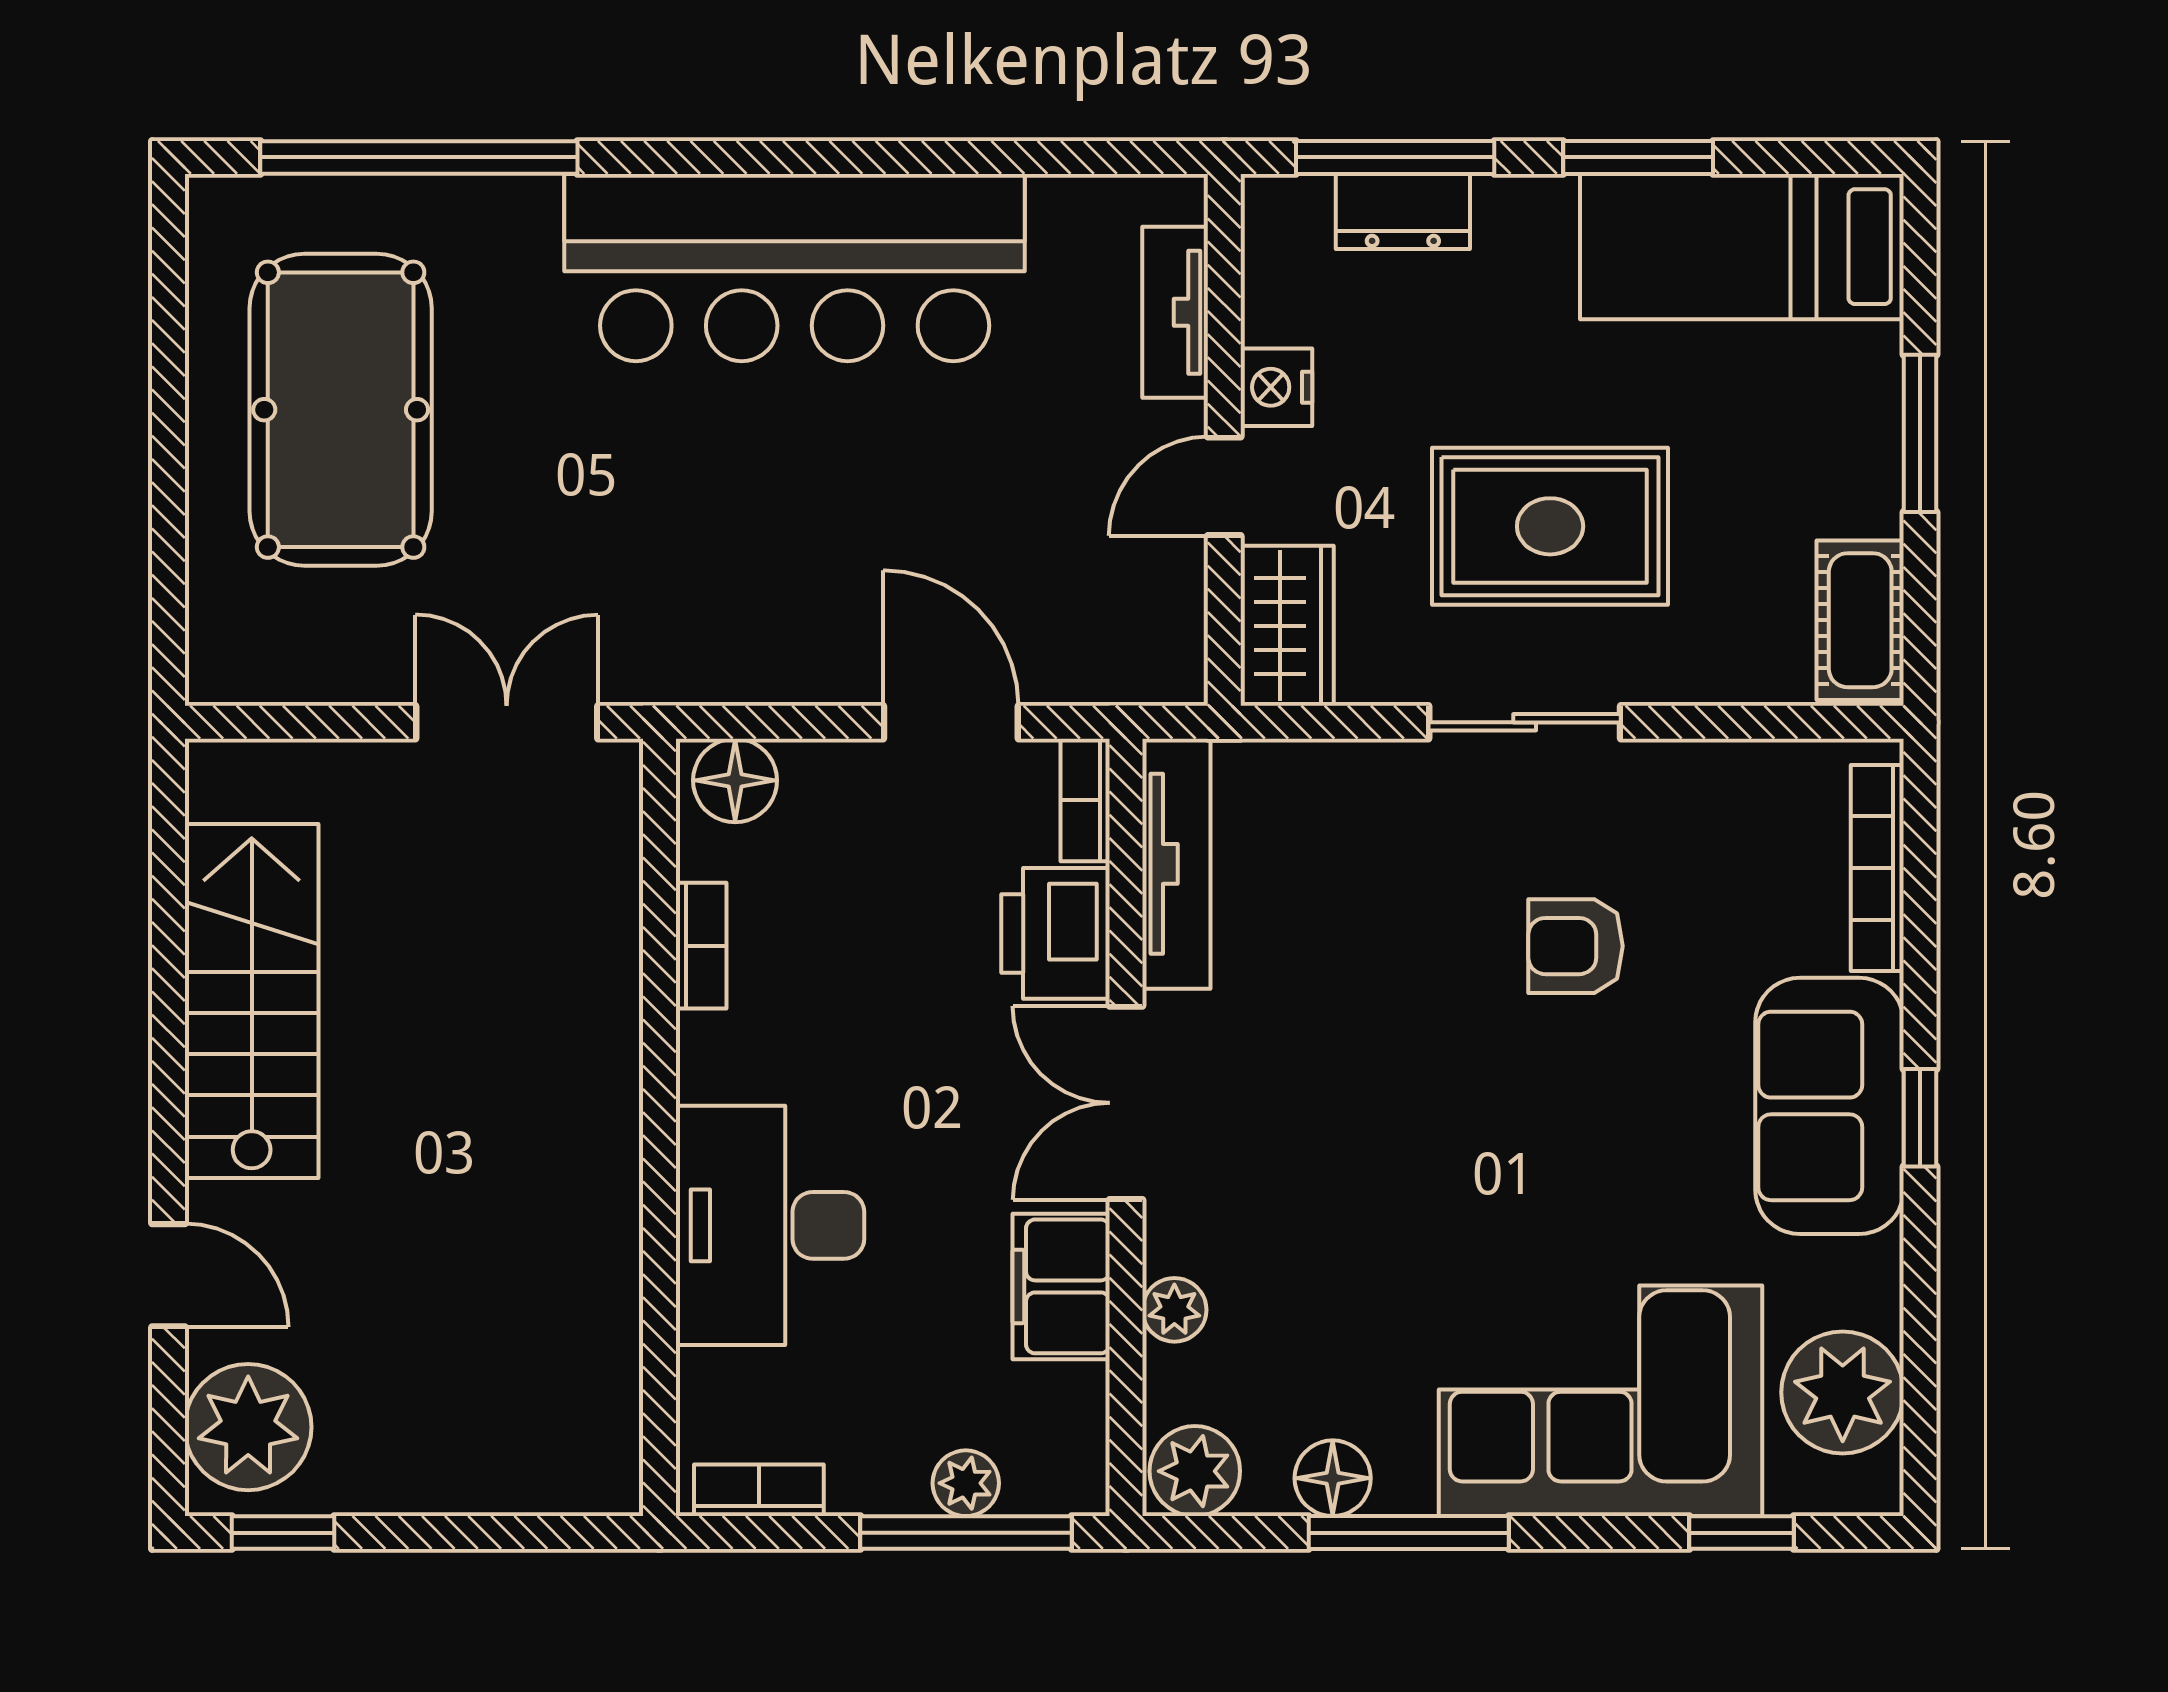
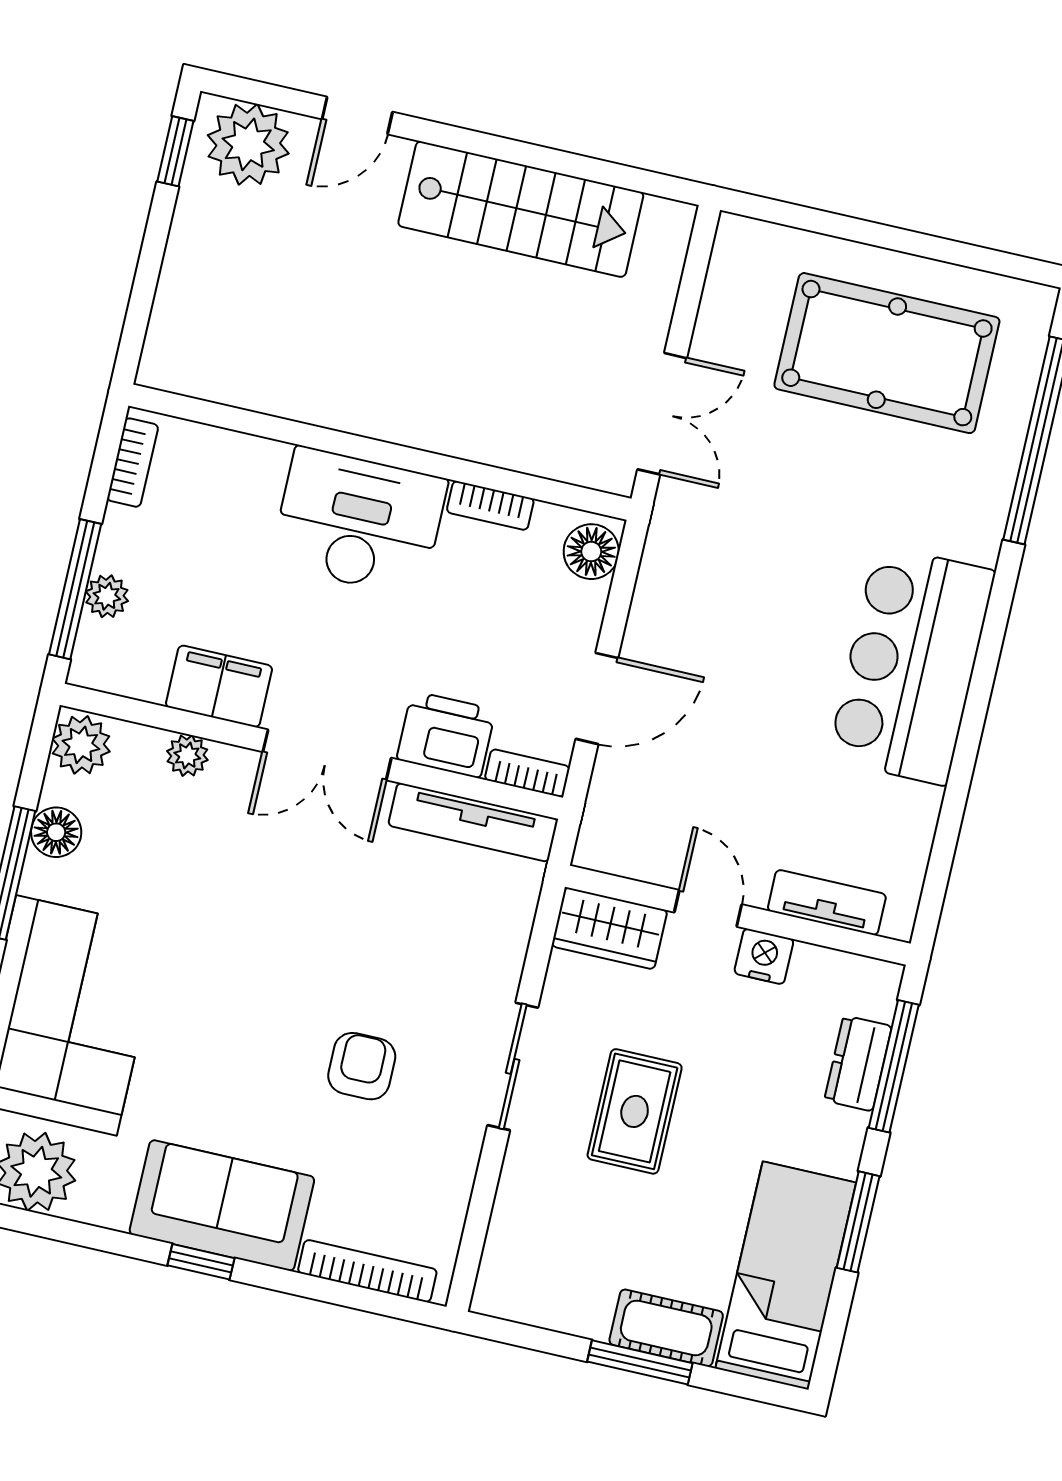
bar counter: (795, 268) -> (911, 665), width x0.73
rug: (1550, 526) -> (635, 1111), width x0.73, depth x0.70
cot: (1860, 620) -> (666, 1328), moved
double door: (1126, 1103) -> (327, 755), swing flipped
desk: (770, 1225) -> (359, 522), moved

